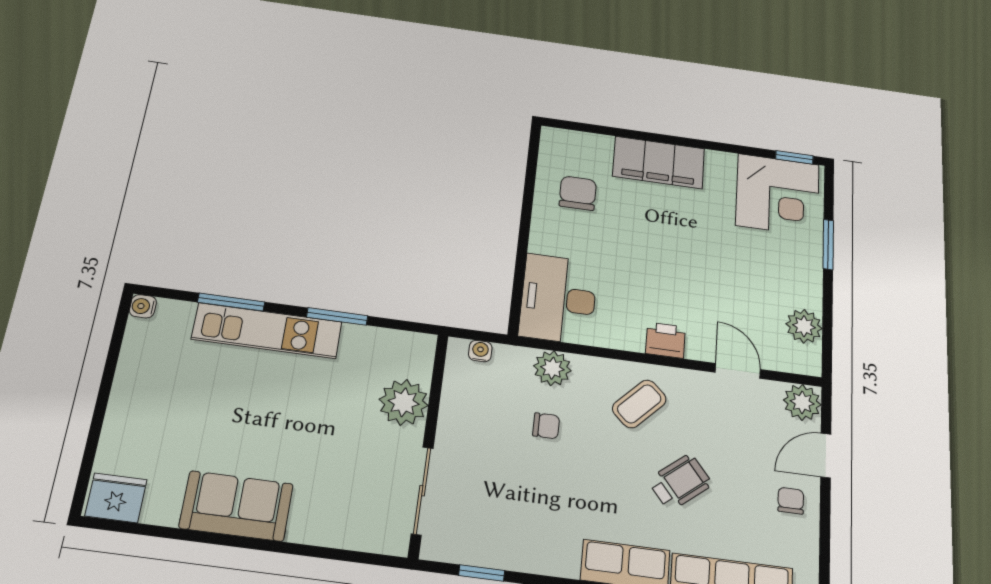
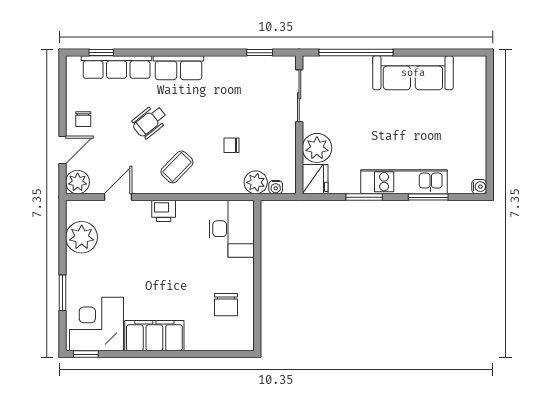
filing cabinet: (659, 162) -> (154, 336), moved
plant: (804, 326) -> (82, 237), width x1.36, depth x1.36
plant: (552, 368) -> (256, 182), moved
door: (738, 371) -> (118, 197), swing flipped
fridge: (116, 498) -> (315, 179), moved, turned -90
sofa: (236, 506) -> (413, 73), width x1.36
window: (312, 551) -> (356, 53), added

